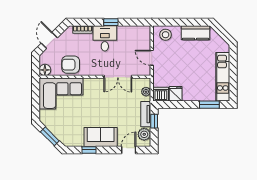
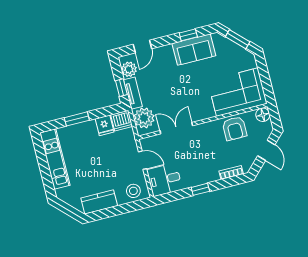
desk: (105, 38) -> (165, 180), moved, turned 90
armchair: (71, 65) -> (235, 128), turned 90
plant: (146, 92) -> (144, 118), width x1.87, depth x1.87
window: (209, 105) -> (77, 119), moved
sofa: (101, 137) -> (194, 50), moved

